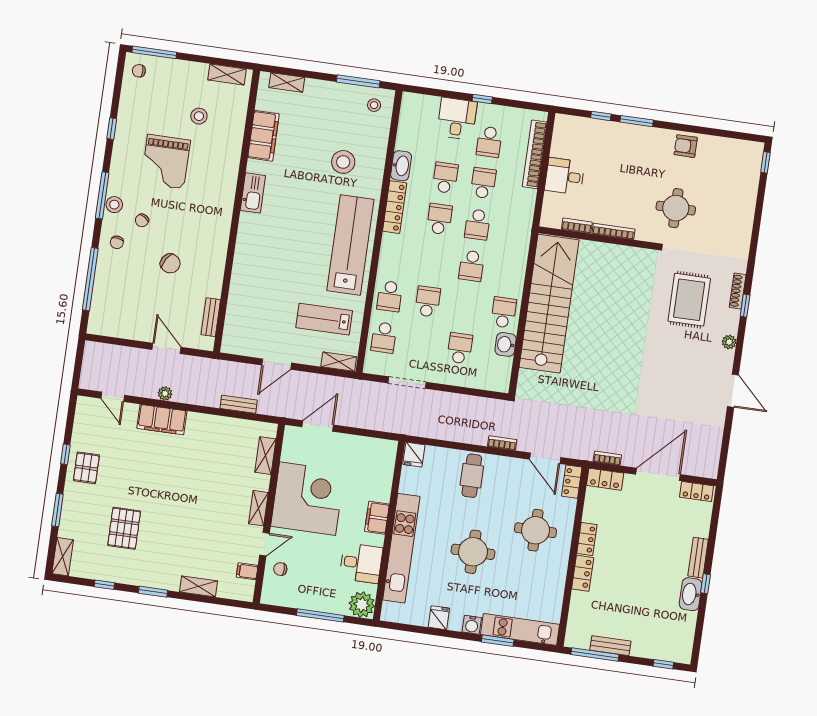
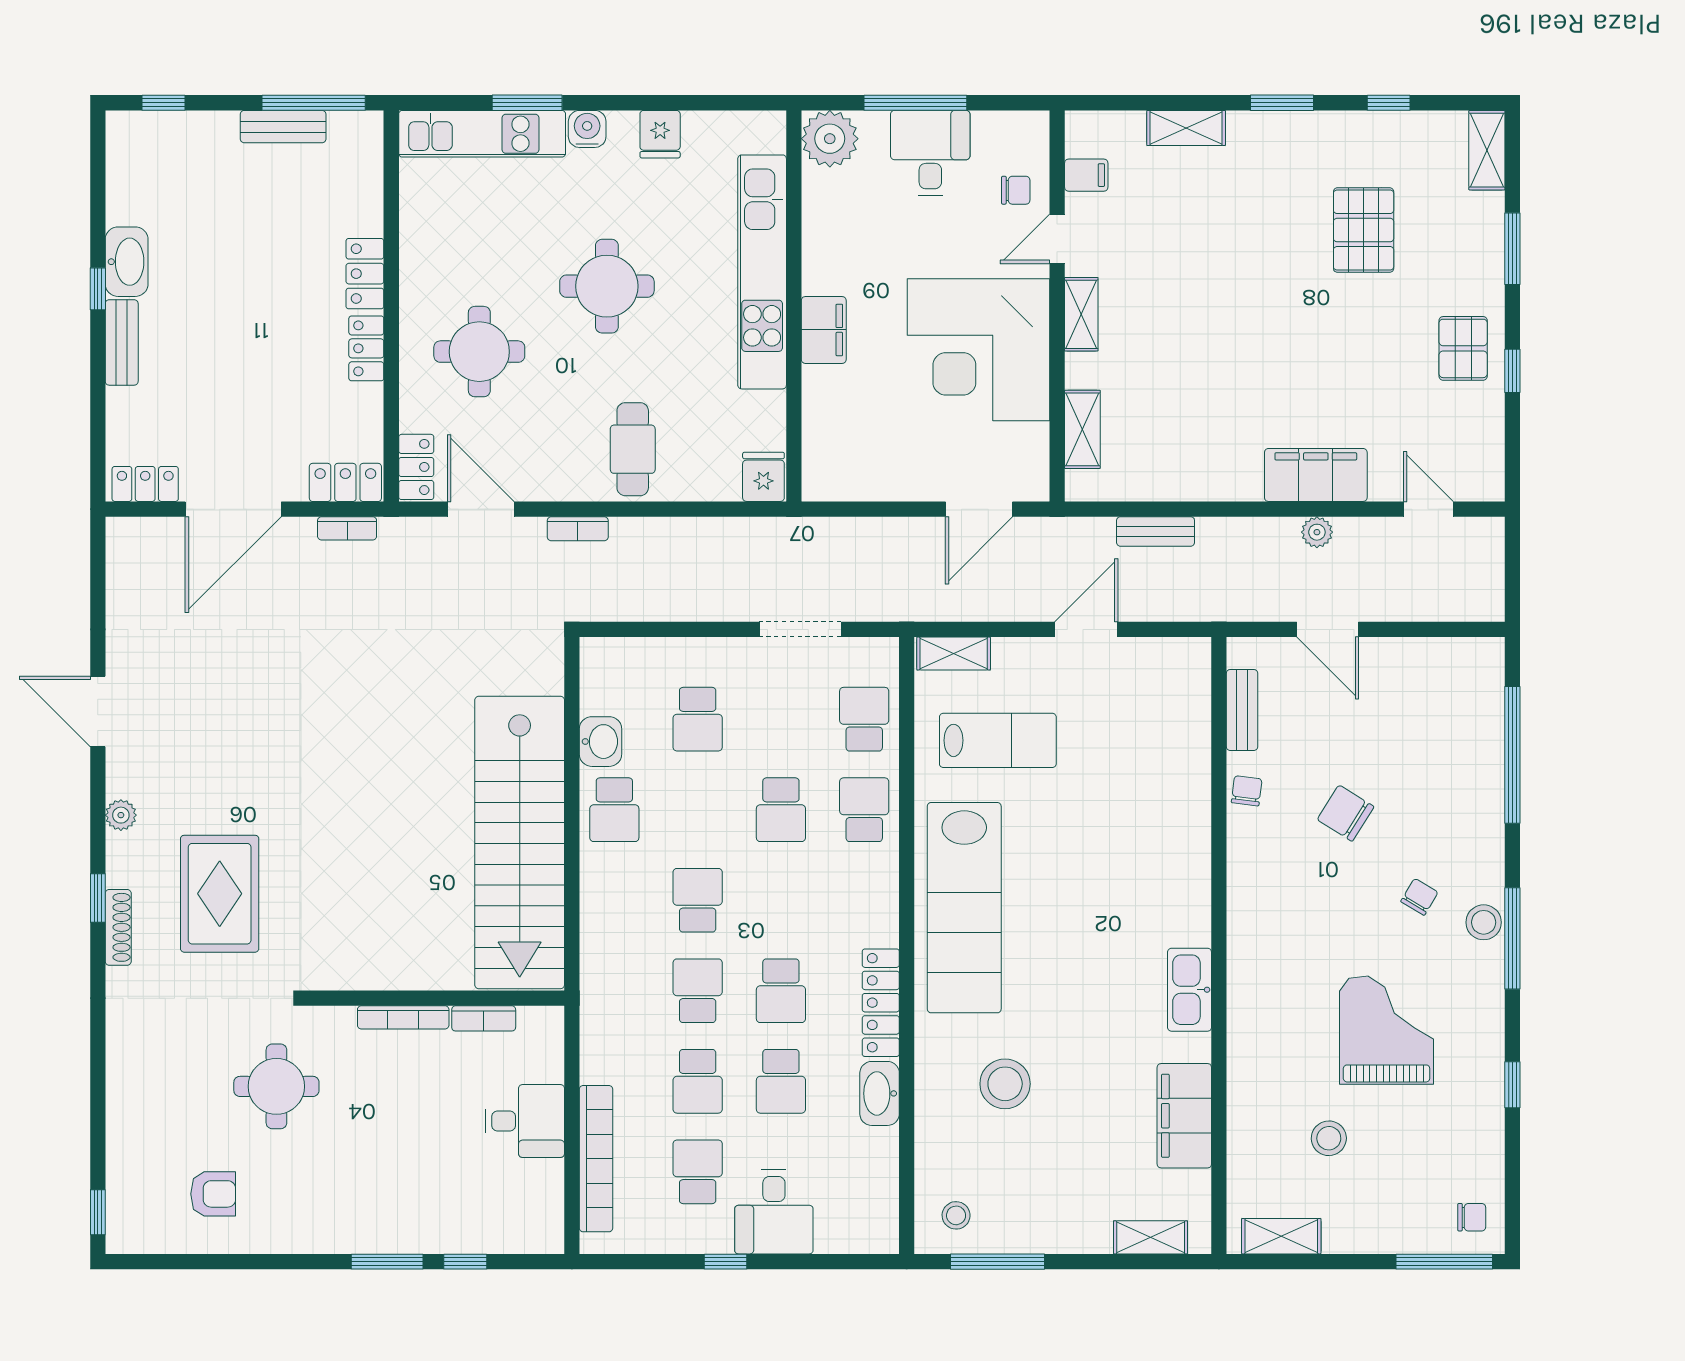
armchair: (686, 146) -> (213, 1194), moved
chair: (117, 242) -> (1247, 791), moved
desk: (361, 563) -> (930, 153), moved, turned 90

